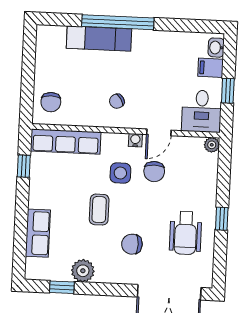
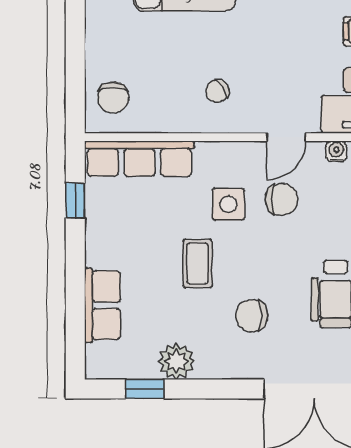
water cooler: (135, 140) -> (336, 151), moved
chair: (154, 172) -> (282, 199), turned -90

